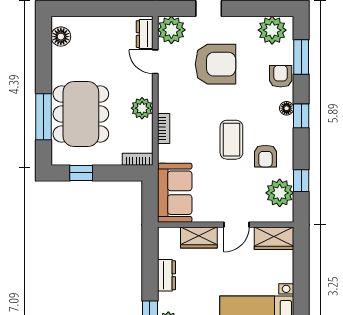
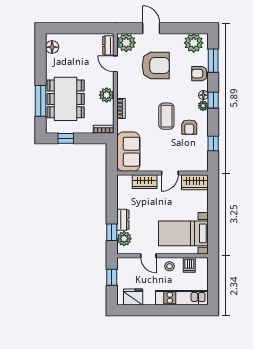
armchair: (281, 76) -> (199, 74), turned -90
plant: (280, 193) -> (203, 106), moved, width x0.53, depth x0.53
dresser: (166, 275) -> (123, 220), moved

